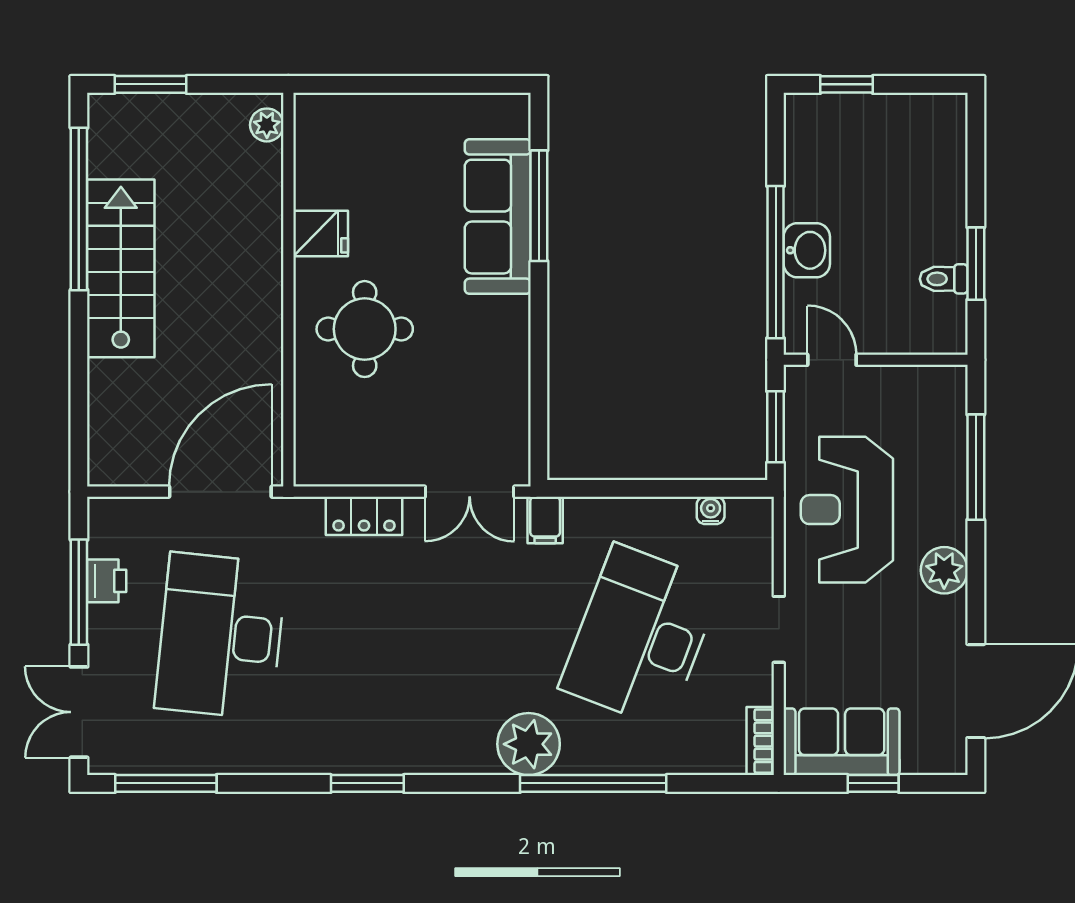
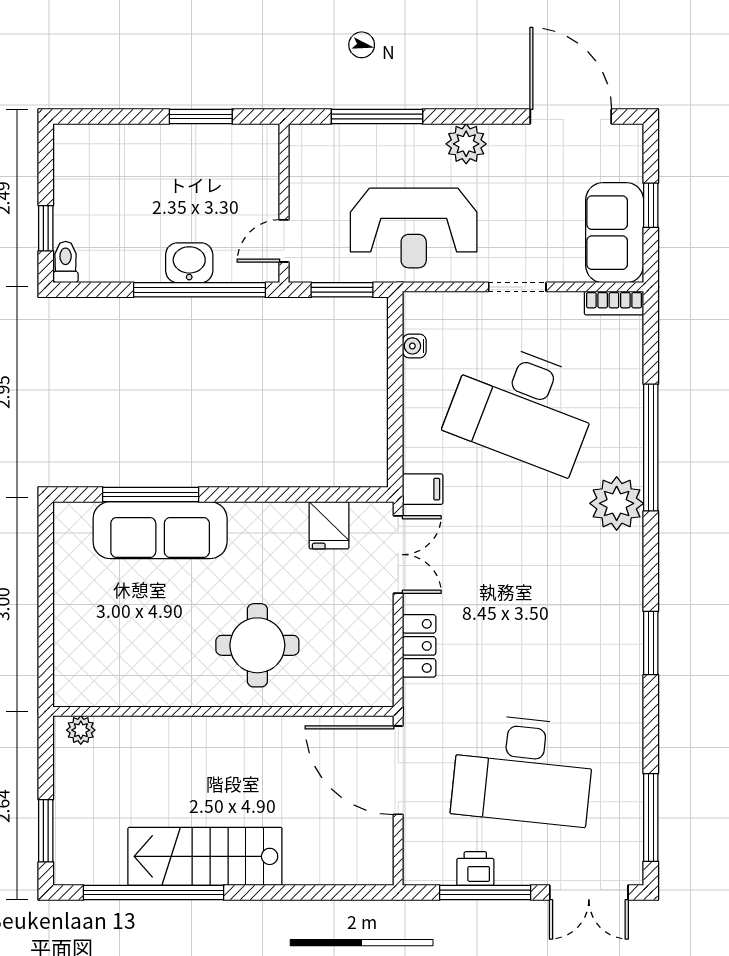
fridge: (321, 233) -> (329, 525), moved, turned 180
toilet: (944, 279) -> (66, 262), moved, turned 180

